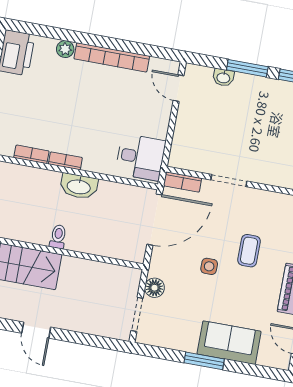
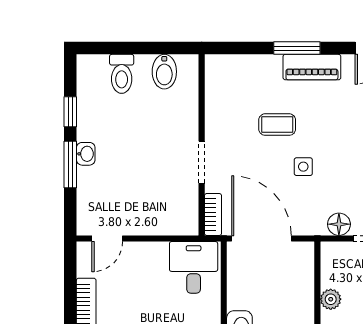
washbasin: (223, 78) -> (86, 154), moved
plant: (92, 269) -> (331, 299), added

